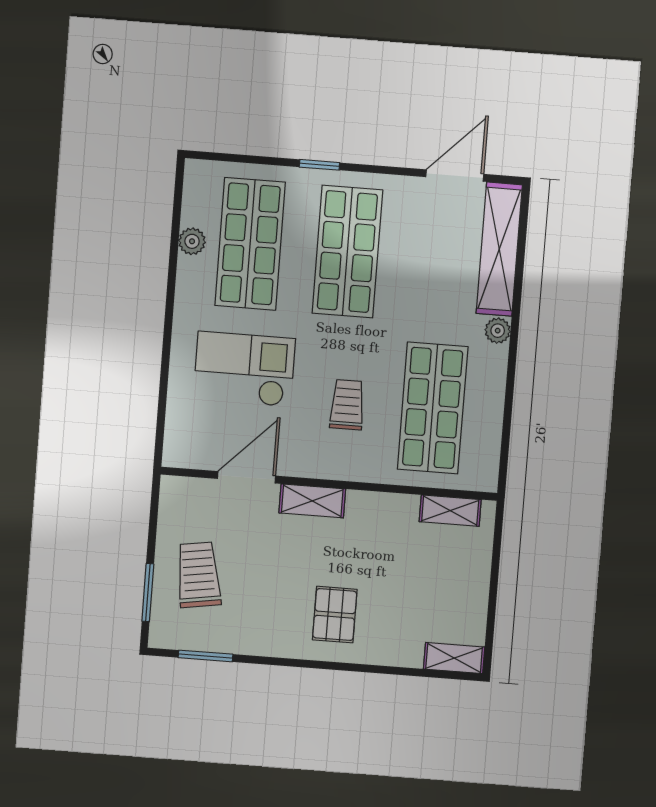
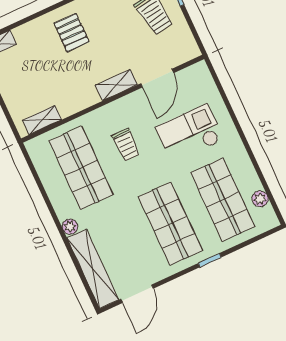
plant: (192, 241) -> (260, 199), moved
checkout: (244, 369) -> (190, 133), turned 180

